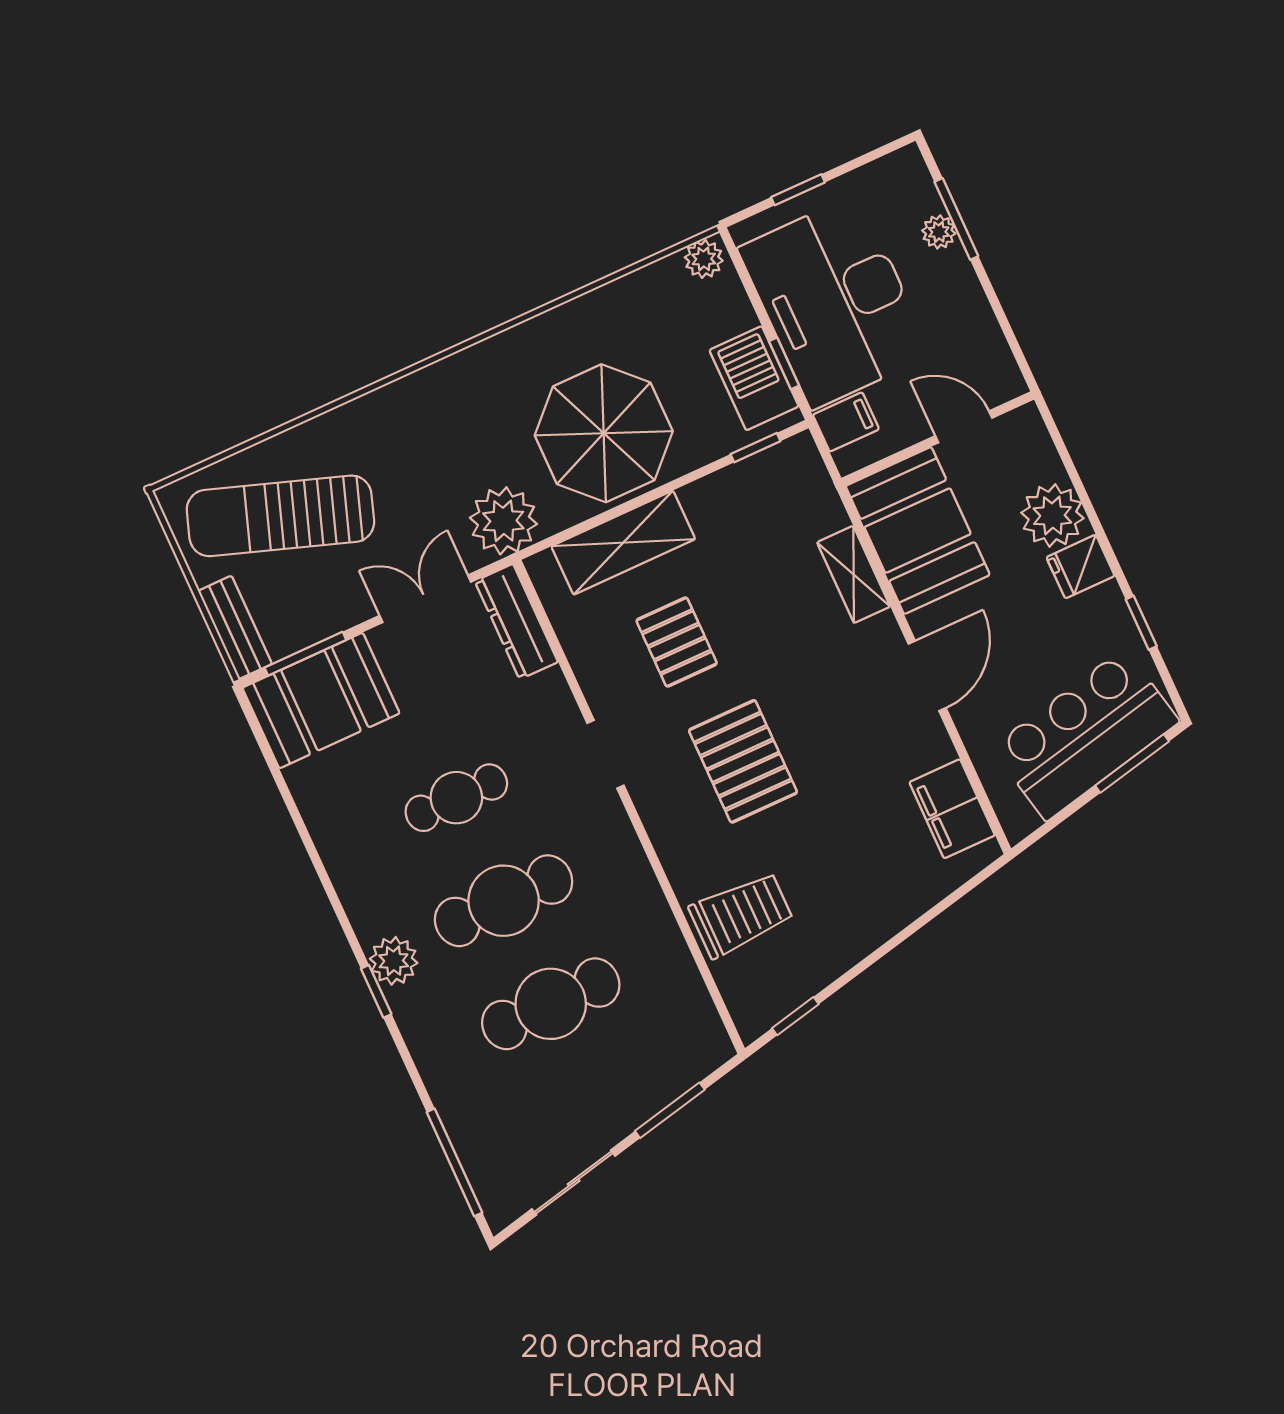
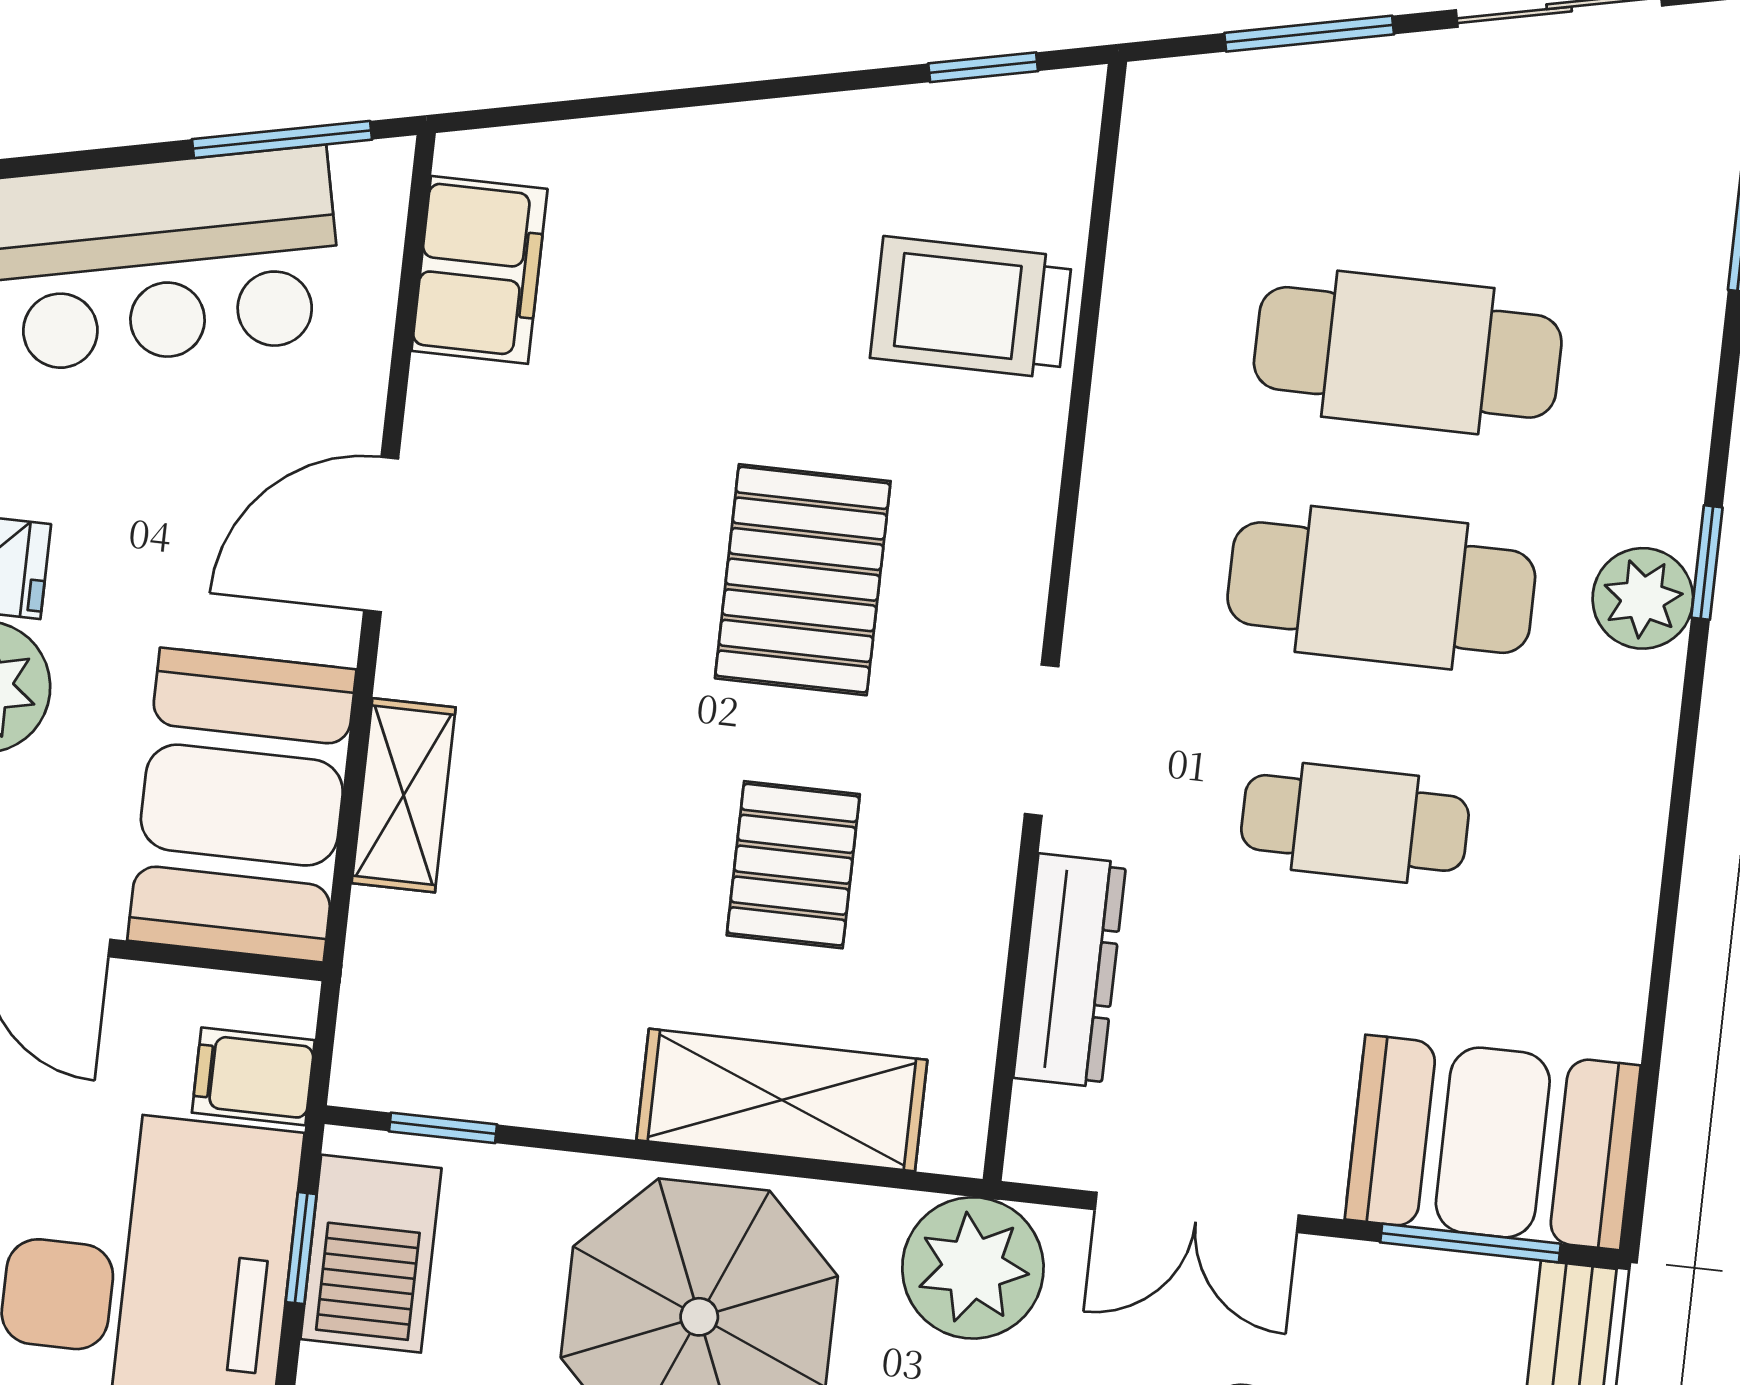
dresser: (516, 622) -> (1070, 970), moved
window: (1132, 763) -> (282, 139), moved

